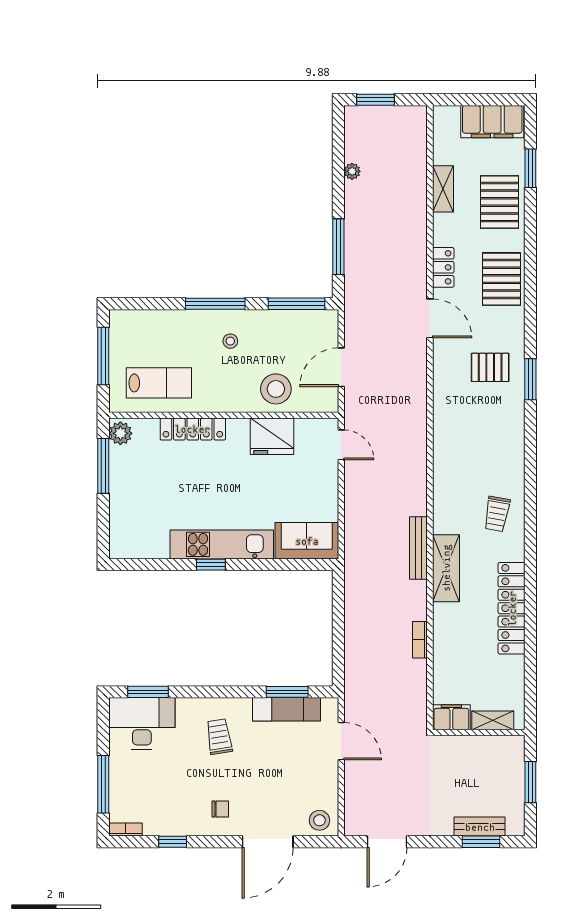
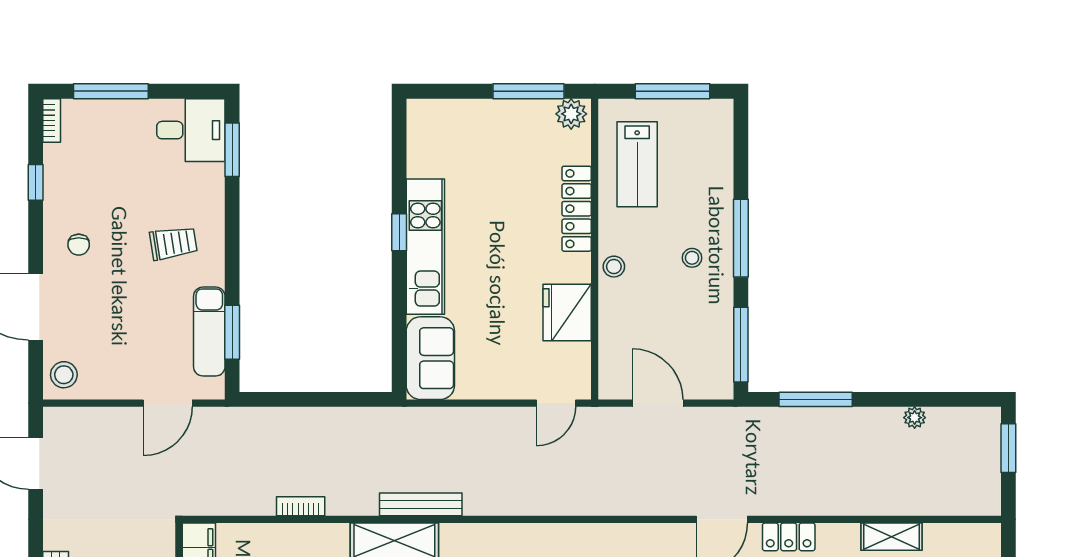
stool: (276, 389) -> (614, 267), moved, width x0.53, depth x0.53
desk: (142, 723) -> (191, 130), width x0.73

